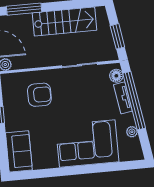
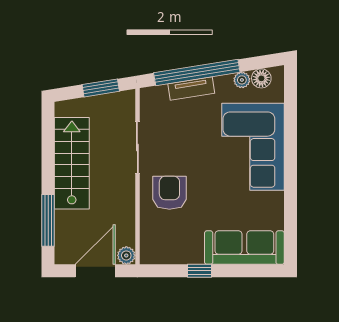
floor lamp: (116, 76) -> (261, 78), moved
armchair: (39, 95) -> (169, 193), moved
sofa: (19, 151) -> (244, 248), width x1.36

